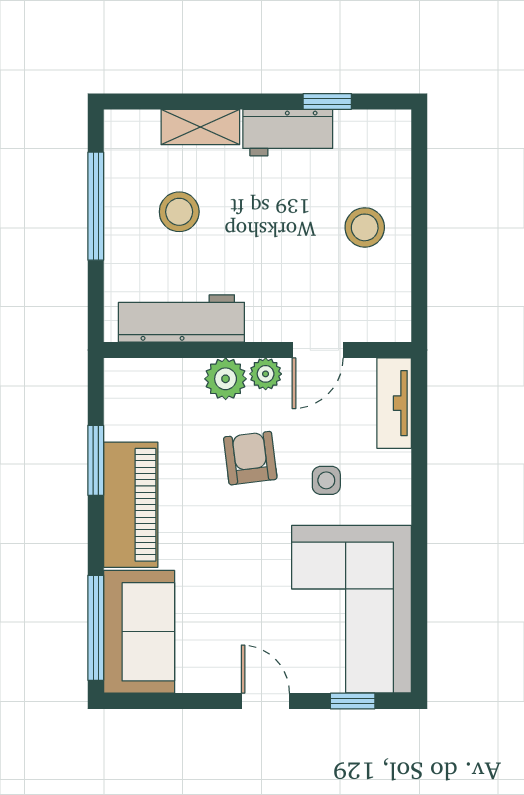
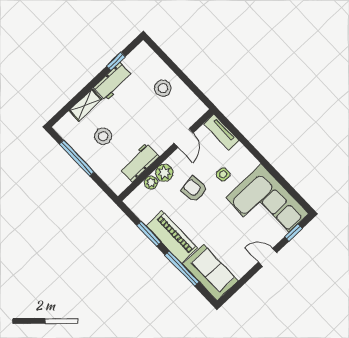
workbench: (181, 318) -> (139, 162), width x0.73
plant: (266, 374) -> (151, 183), moved
window: (96, 628) -> (182, 269), moved

